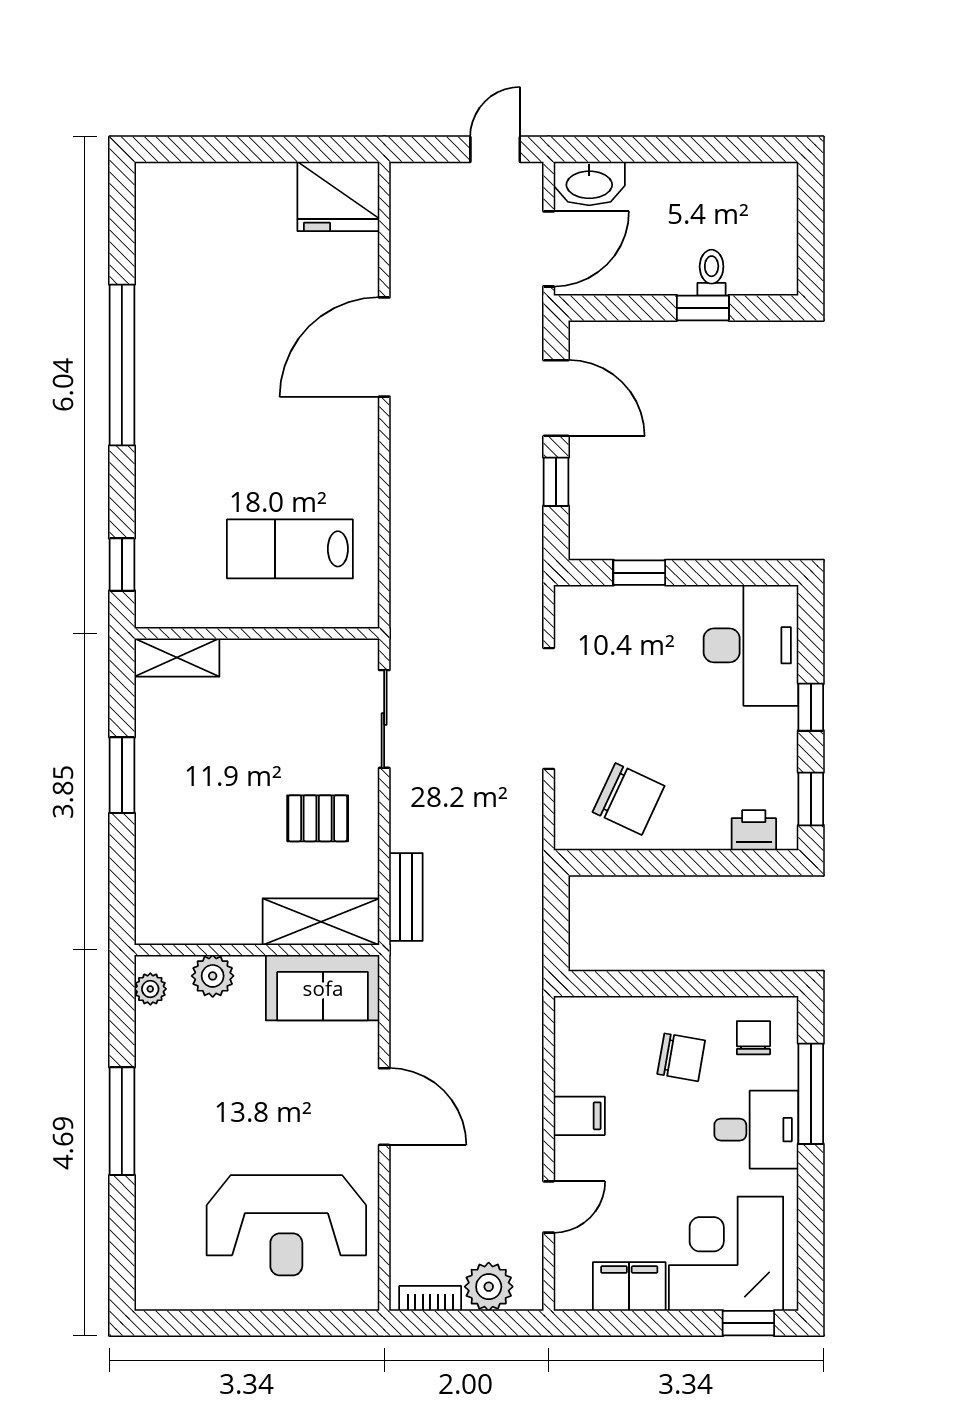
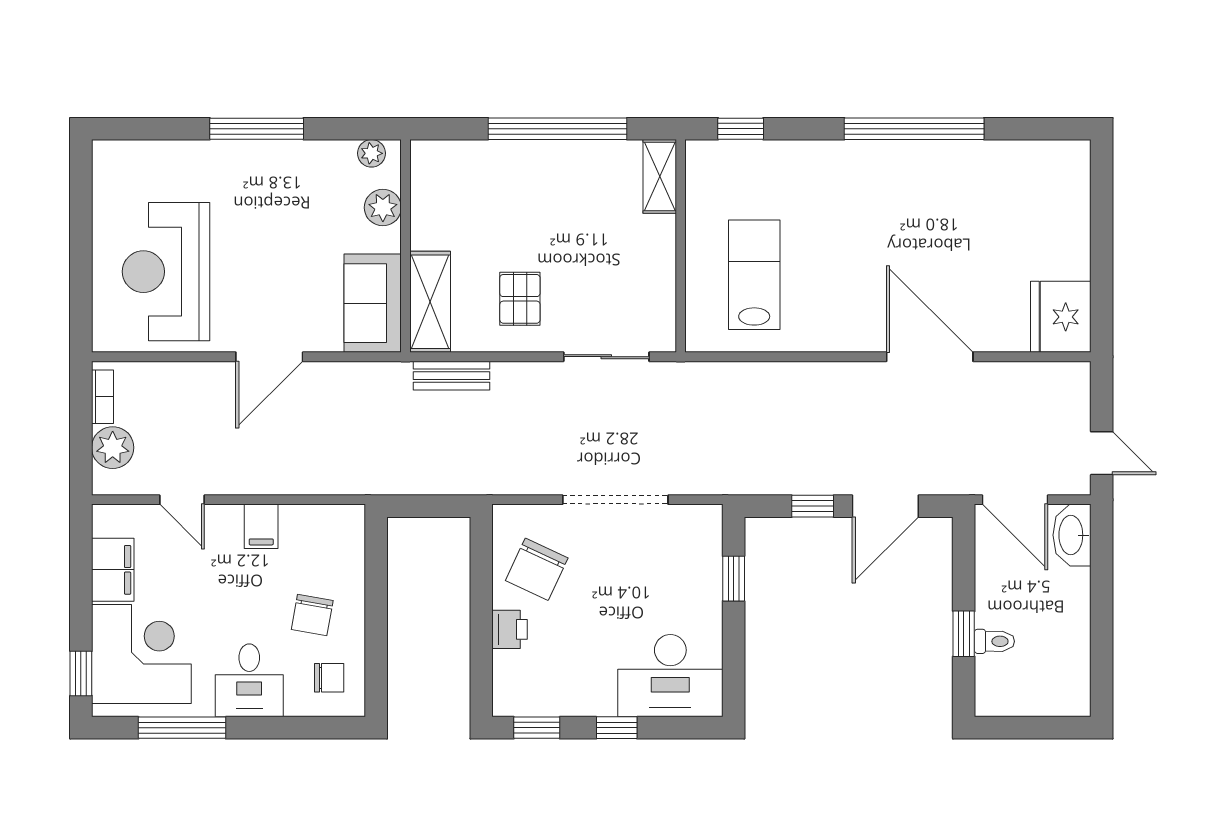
window: (122, 775) -> (557, 129), width x2.11
printer: (754, 830) -> (510, 629), moved
window: (811, 1094) -> (182, 728), moved

